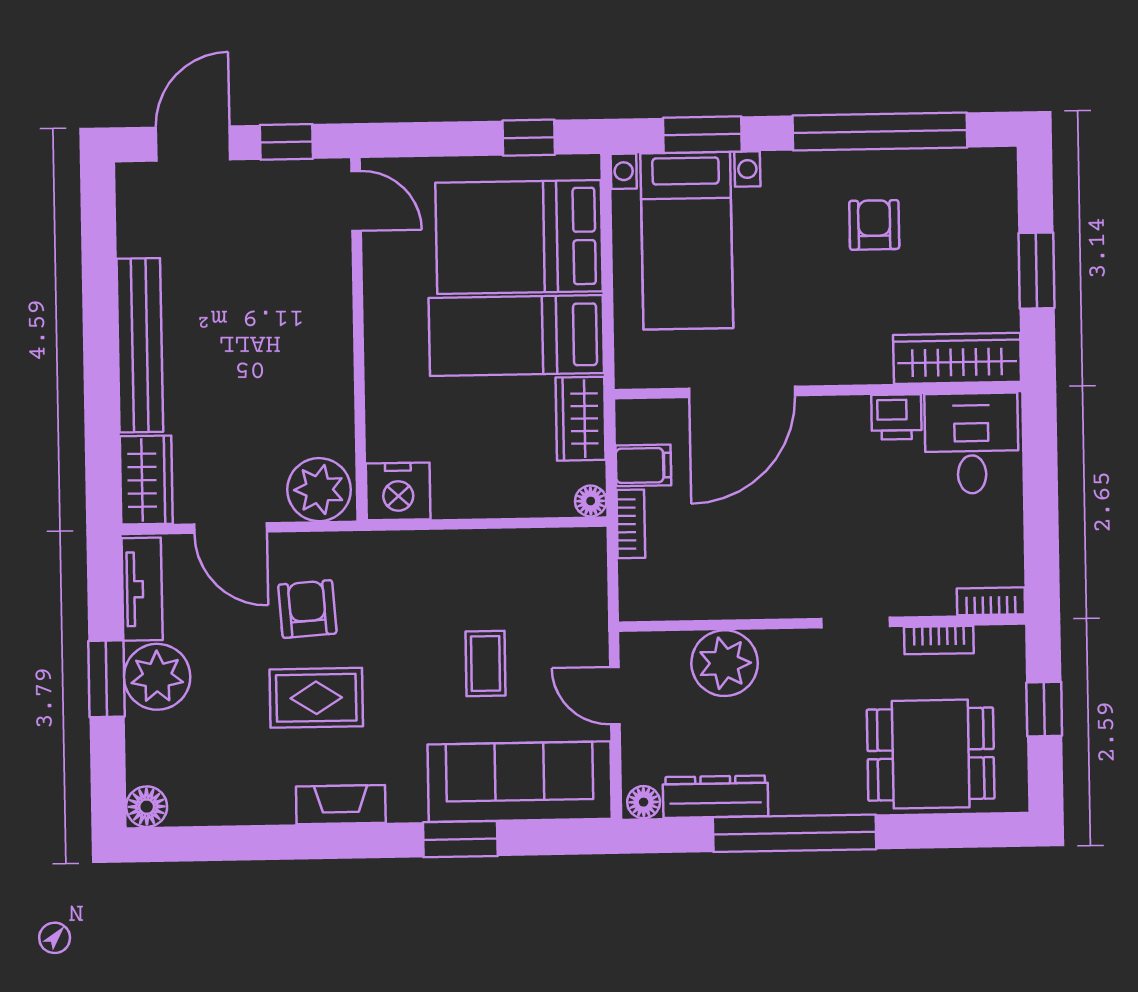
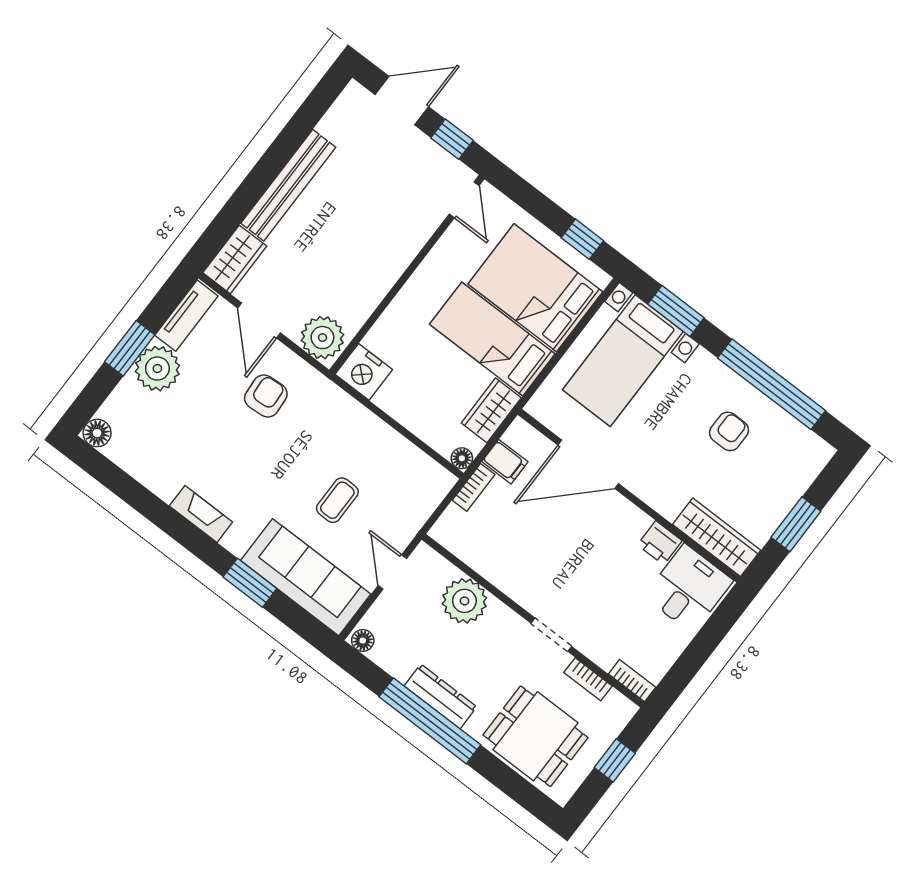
rug: (316, 698) -> (233, 447), removed
dresser: (715, 797) -> (440, 696), moved

